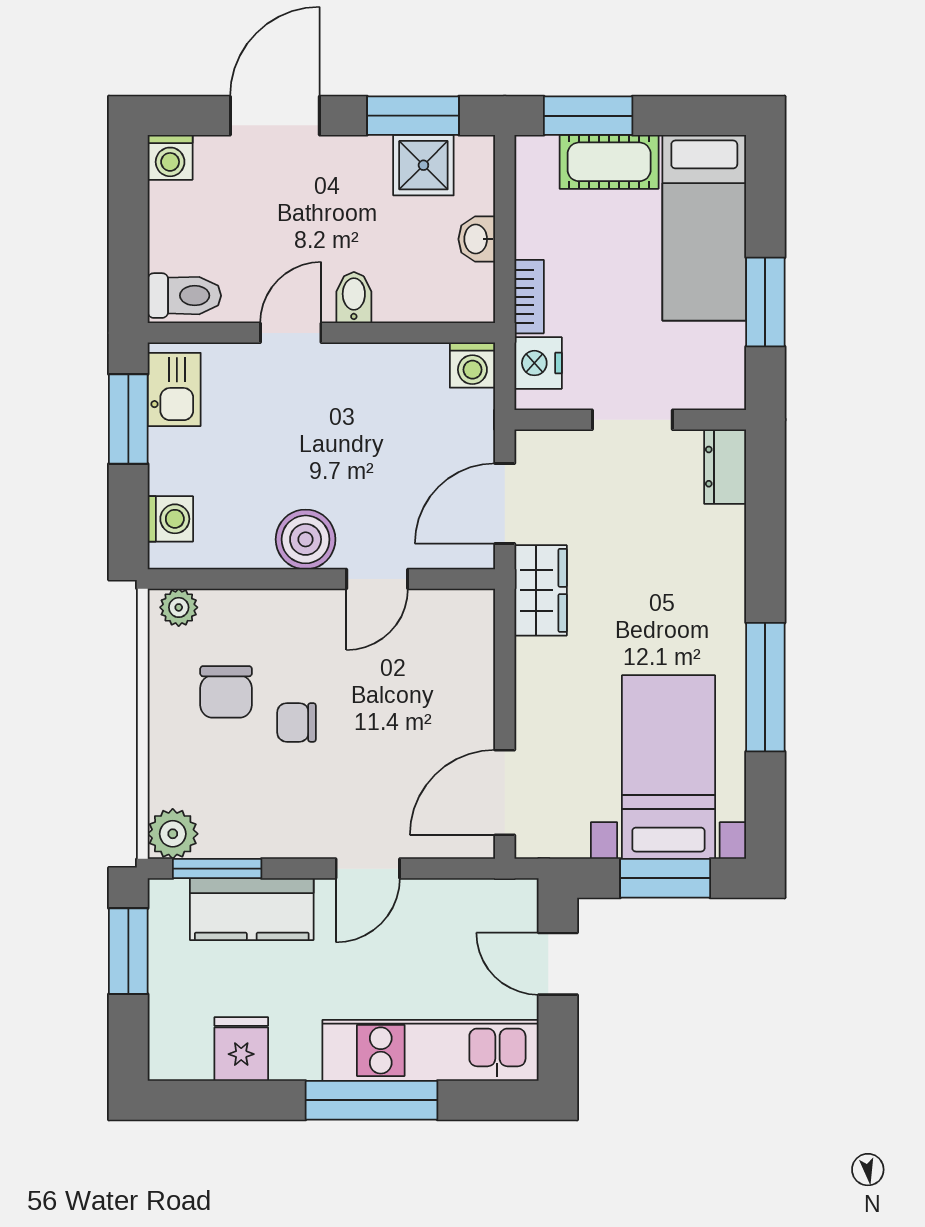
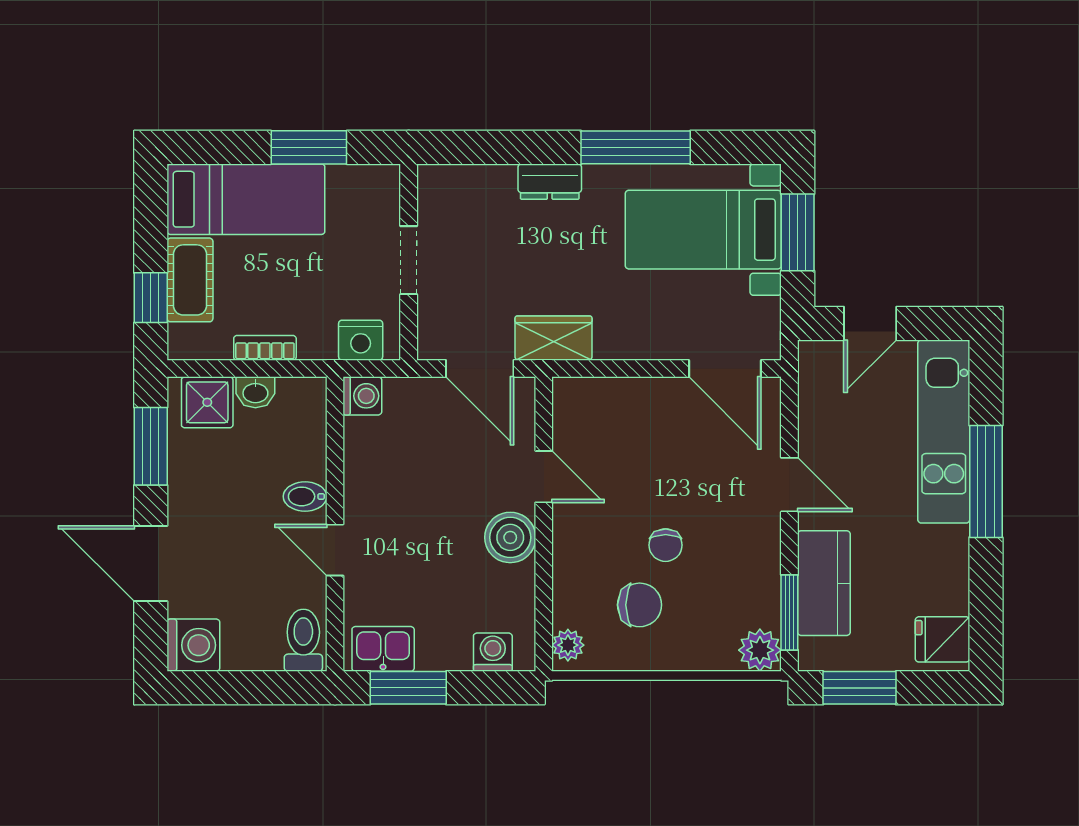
window: (588, 116) -> (151, 298), width x0.67
washing machine: (170, 157) -> (193, 645), width x1.38, depth x1.38
shower: (423, 165) -> (207, 402), moved
bookcase: (529, 297) -> (265, 348), moved
dresser: (725, 467) -> (550, 182), moved
fridge: (241, 1049) -> (942, 639), moved

